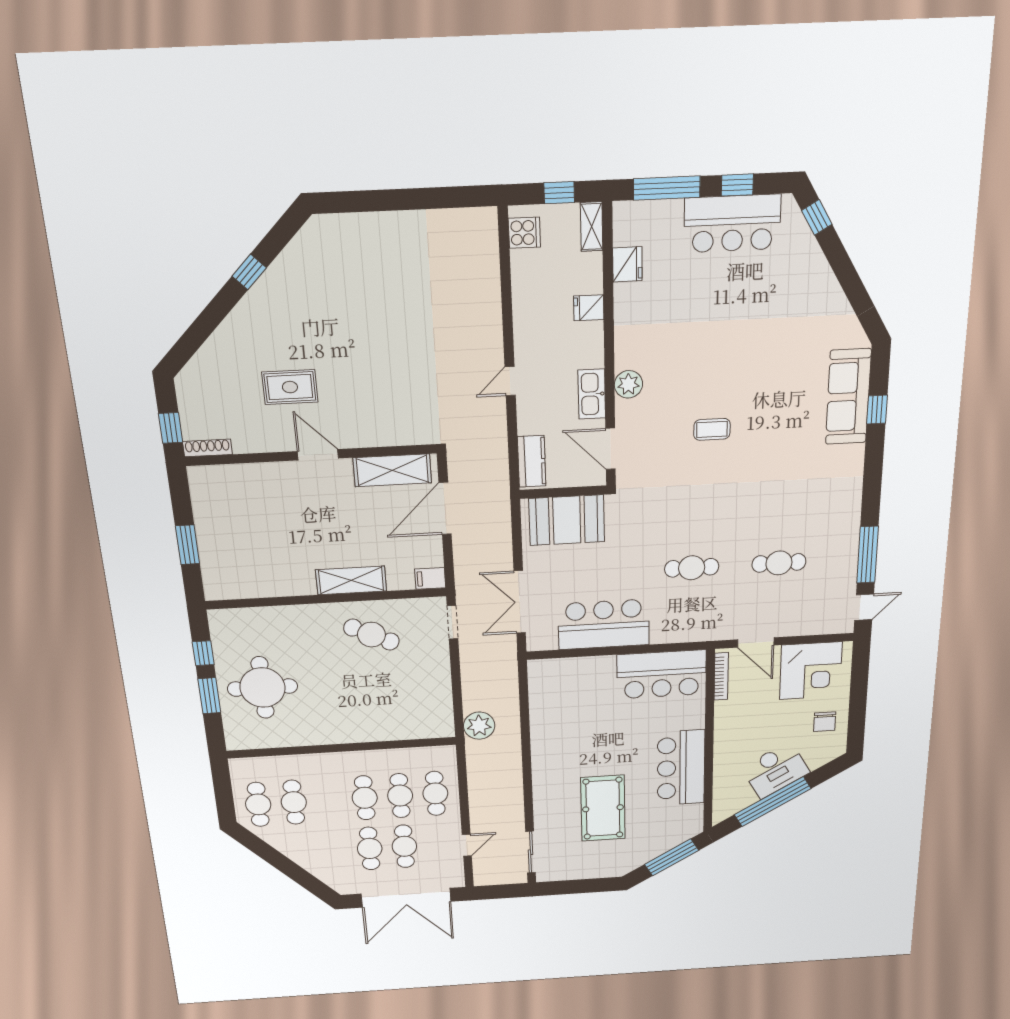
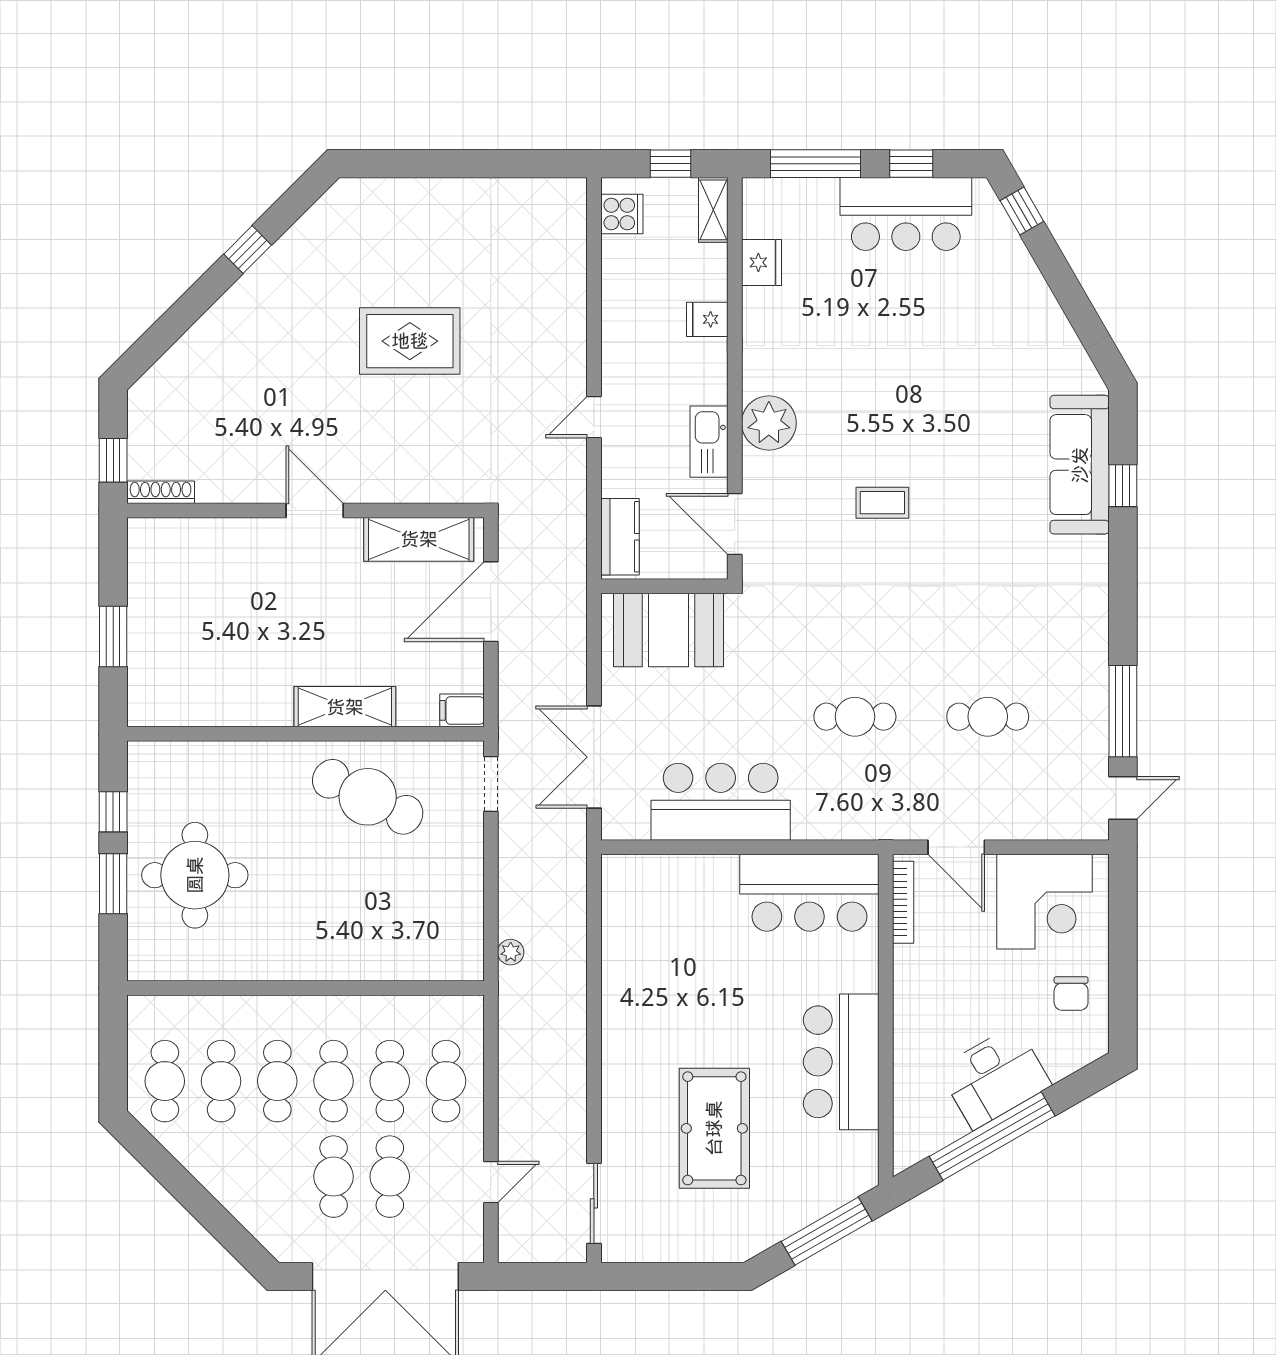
plant: (628, 384) -> (769, 423), width x1.36, depth x1.36
rug: (290, 387) -> (410, 341), moved, width x1.36, depth x1.43
cafe table: (371, 635) -> (368, 797), width x1.37, depth x1.35
plant: (479, 726) -> (511, 952), width x0.53, depth x0.53
cafe table: (329, 800) -> (277, 1081), added

